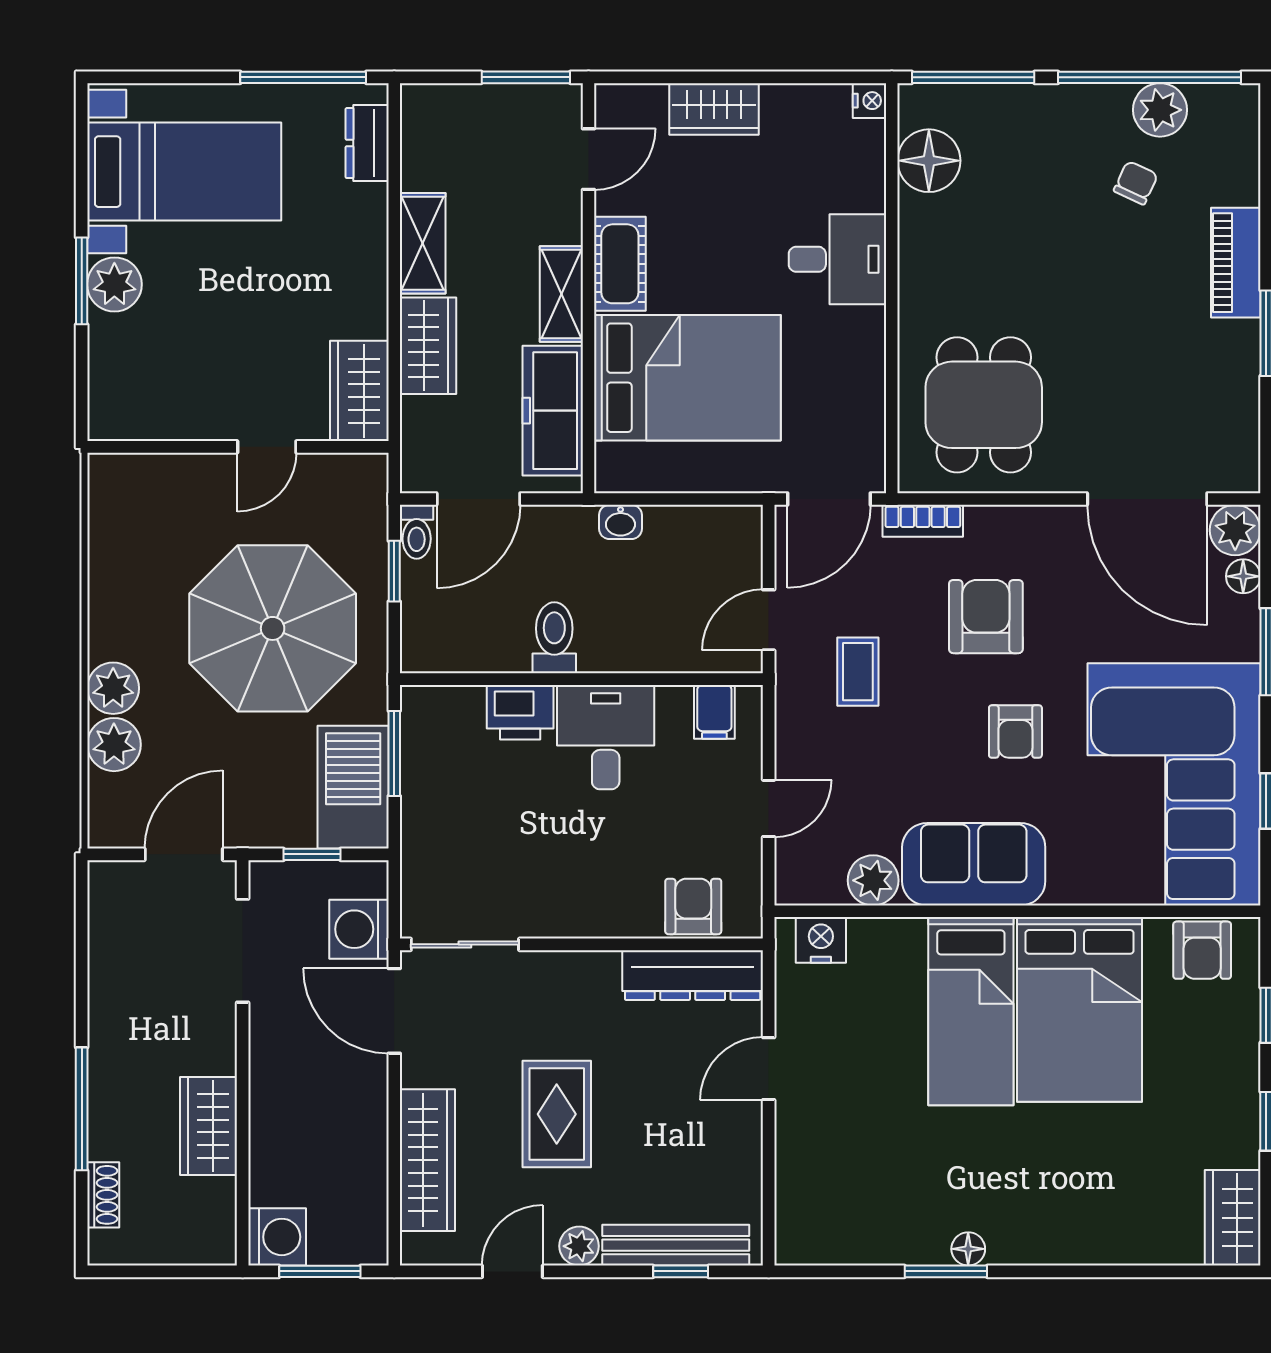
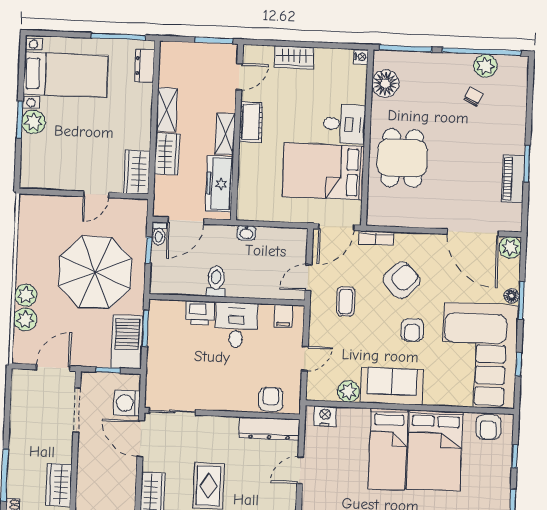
piano: (1236, 263) -> (513, 179), moved
bed: (687, 378) -> (323, 171), moved, turned 180
dining table: (984, 405) -> (402, 158), moved
floor lamp: (1243, 576) -> (512, 296), moved
armchair: (986, 617) -> (402, 280), turned 46

